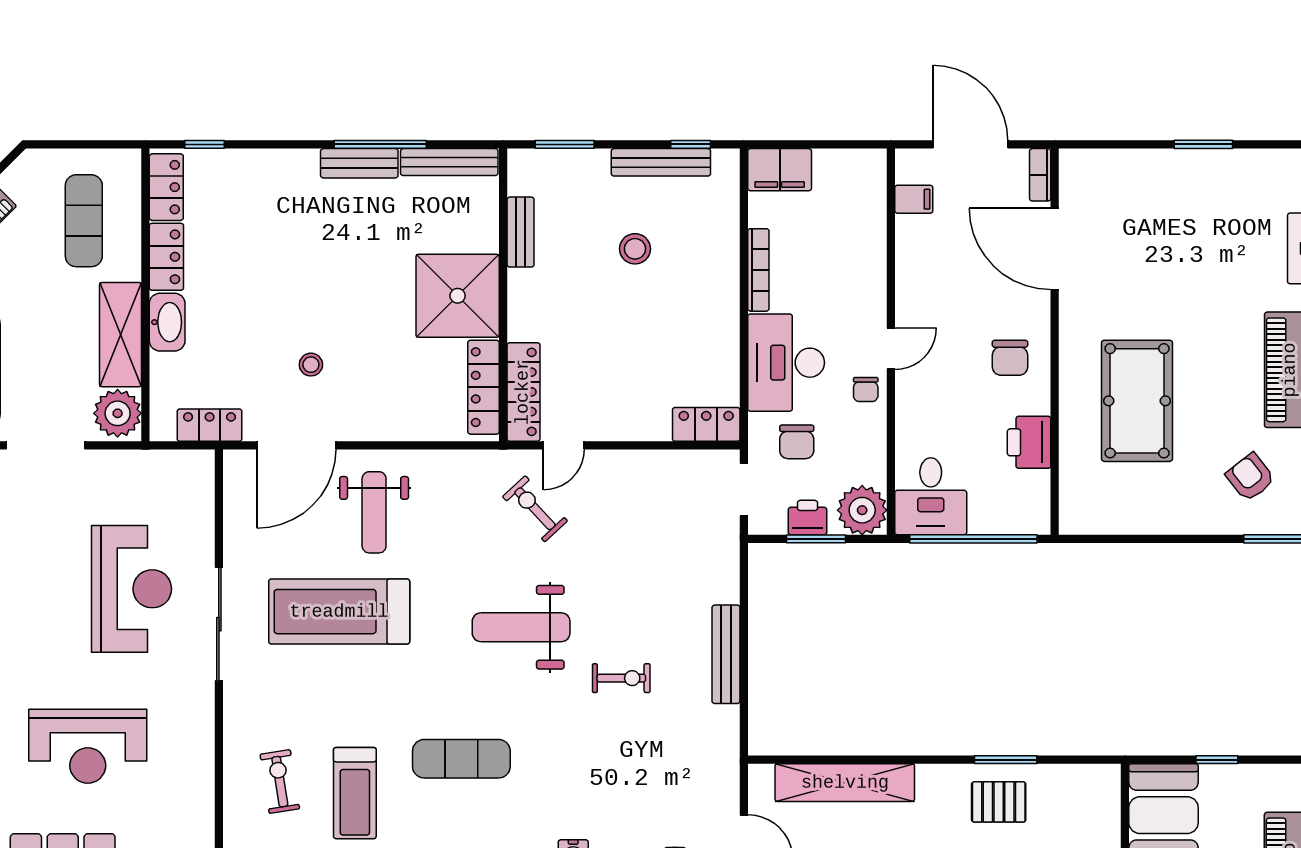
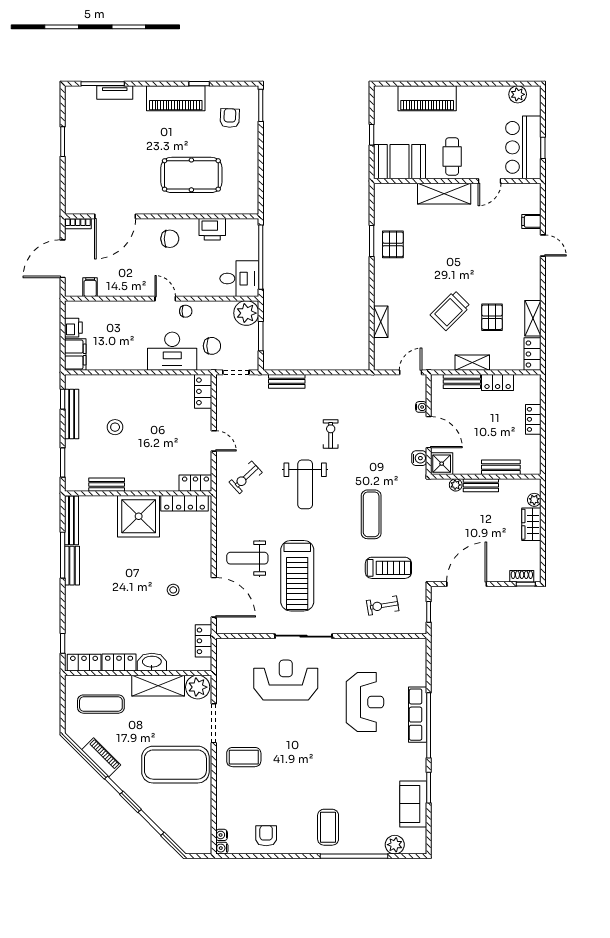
bookcase: (758, 270) -> (126, 365), removed
locker: (523, 392) -> (195, 483), width x0.66
door: (564, 445) -> (214, 441), moved
armchair: (1250, 477) -> (230, 118), turned 130
weight bench: (374, 512) -> (247, 558), turned 180
printer: (807, 518) -> (73, 328), moved, turned 180
bench: (726, 654) -> (287, 381), moved, width x0.73
shelving: (845, 783) -> (381, 322), width x0.45, depth x0.75

